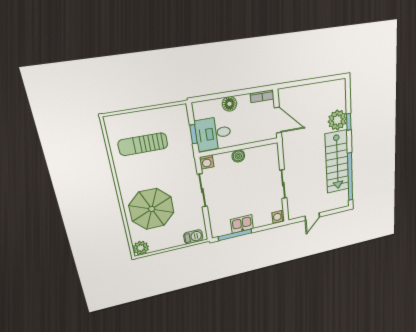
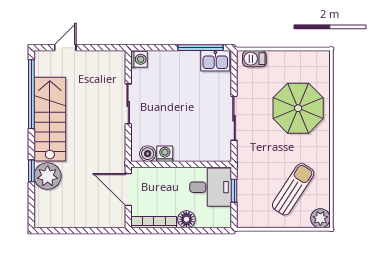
bookcase: (262, 96) -> (154, 222), width x1.56
sun lounger: (143, 144) -> (293, 189), turned -57
boiler: (238, 156) -> (148, 154), moved
washing machine: (207, 162) -> (165, 154), moved
door: (312, 217) -> (65, 48), moved
kitchen sink: (242, 224) -> (215, 61), moved
plant: (141, 248) -> (320, 218), moved

